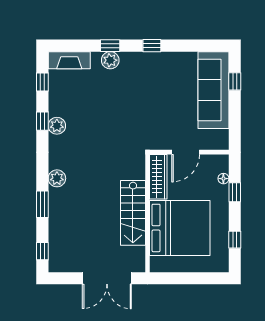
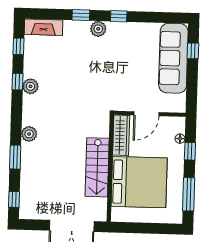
plant: (110, 60) -> (98, 29), moved
window: (235, 240) -> (189, 194), width x2.17

